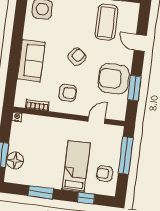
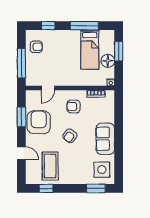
sofa: (31, 61) -> (105, 139), moved
armchair: (114, 79) -> (39, 122), turned -90
floor lamp: (15, 160) -> (108, 61), moved
bed: (76, 166) -> (90, 50), moved
window: (41, 192) -> (84, 26), width x1.44

